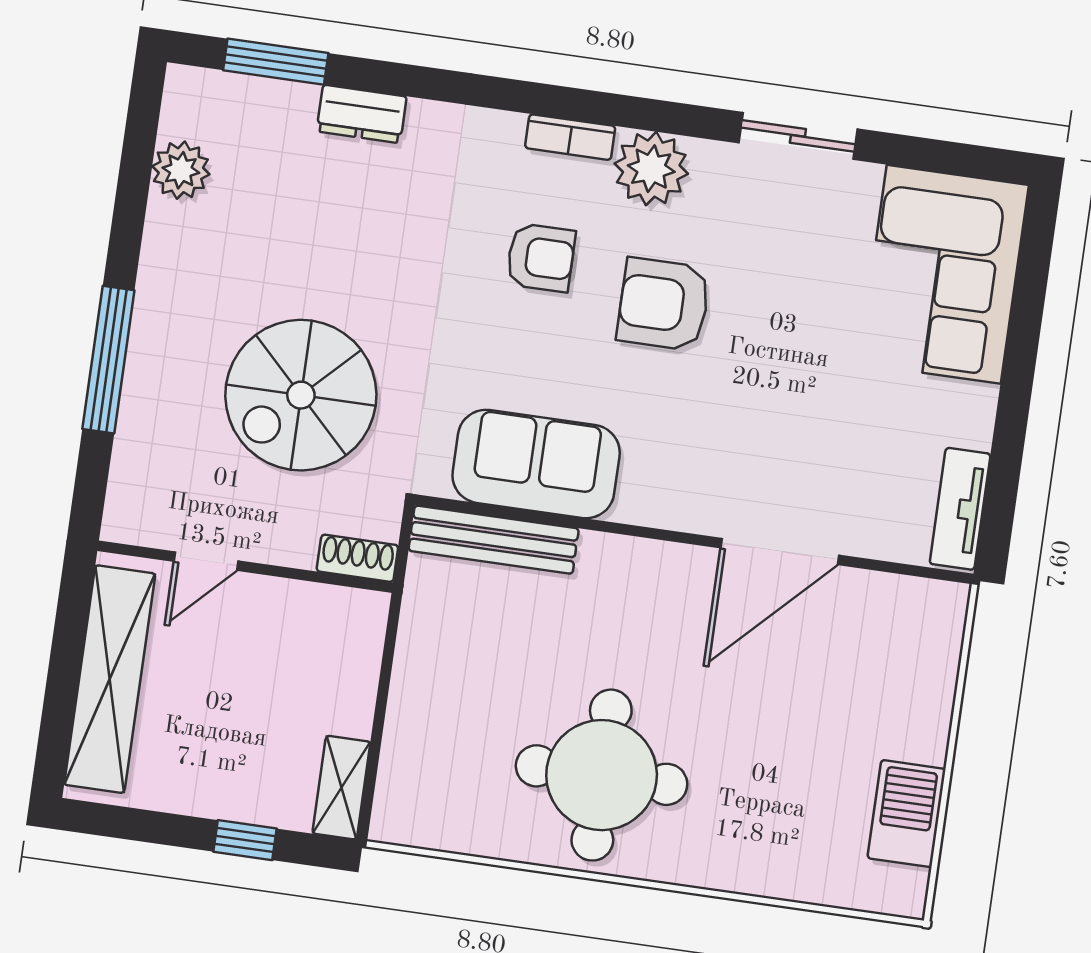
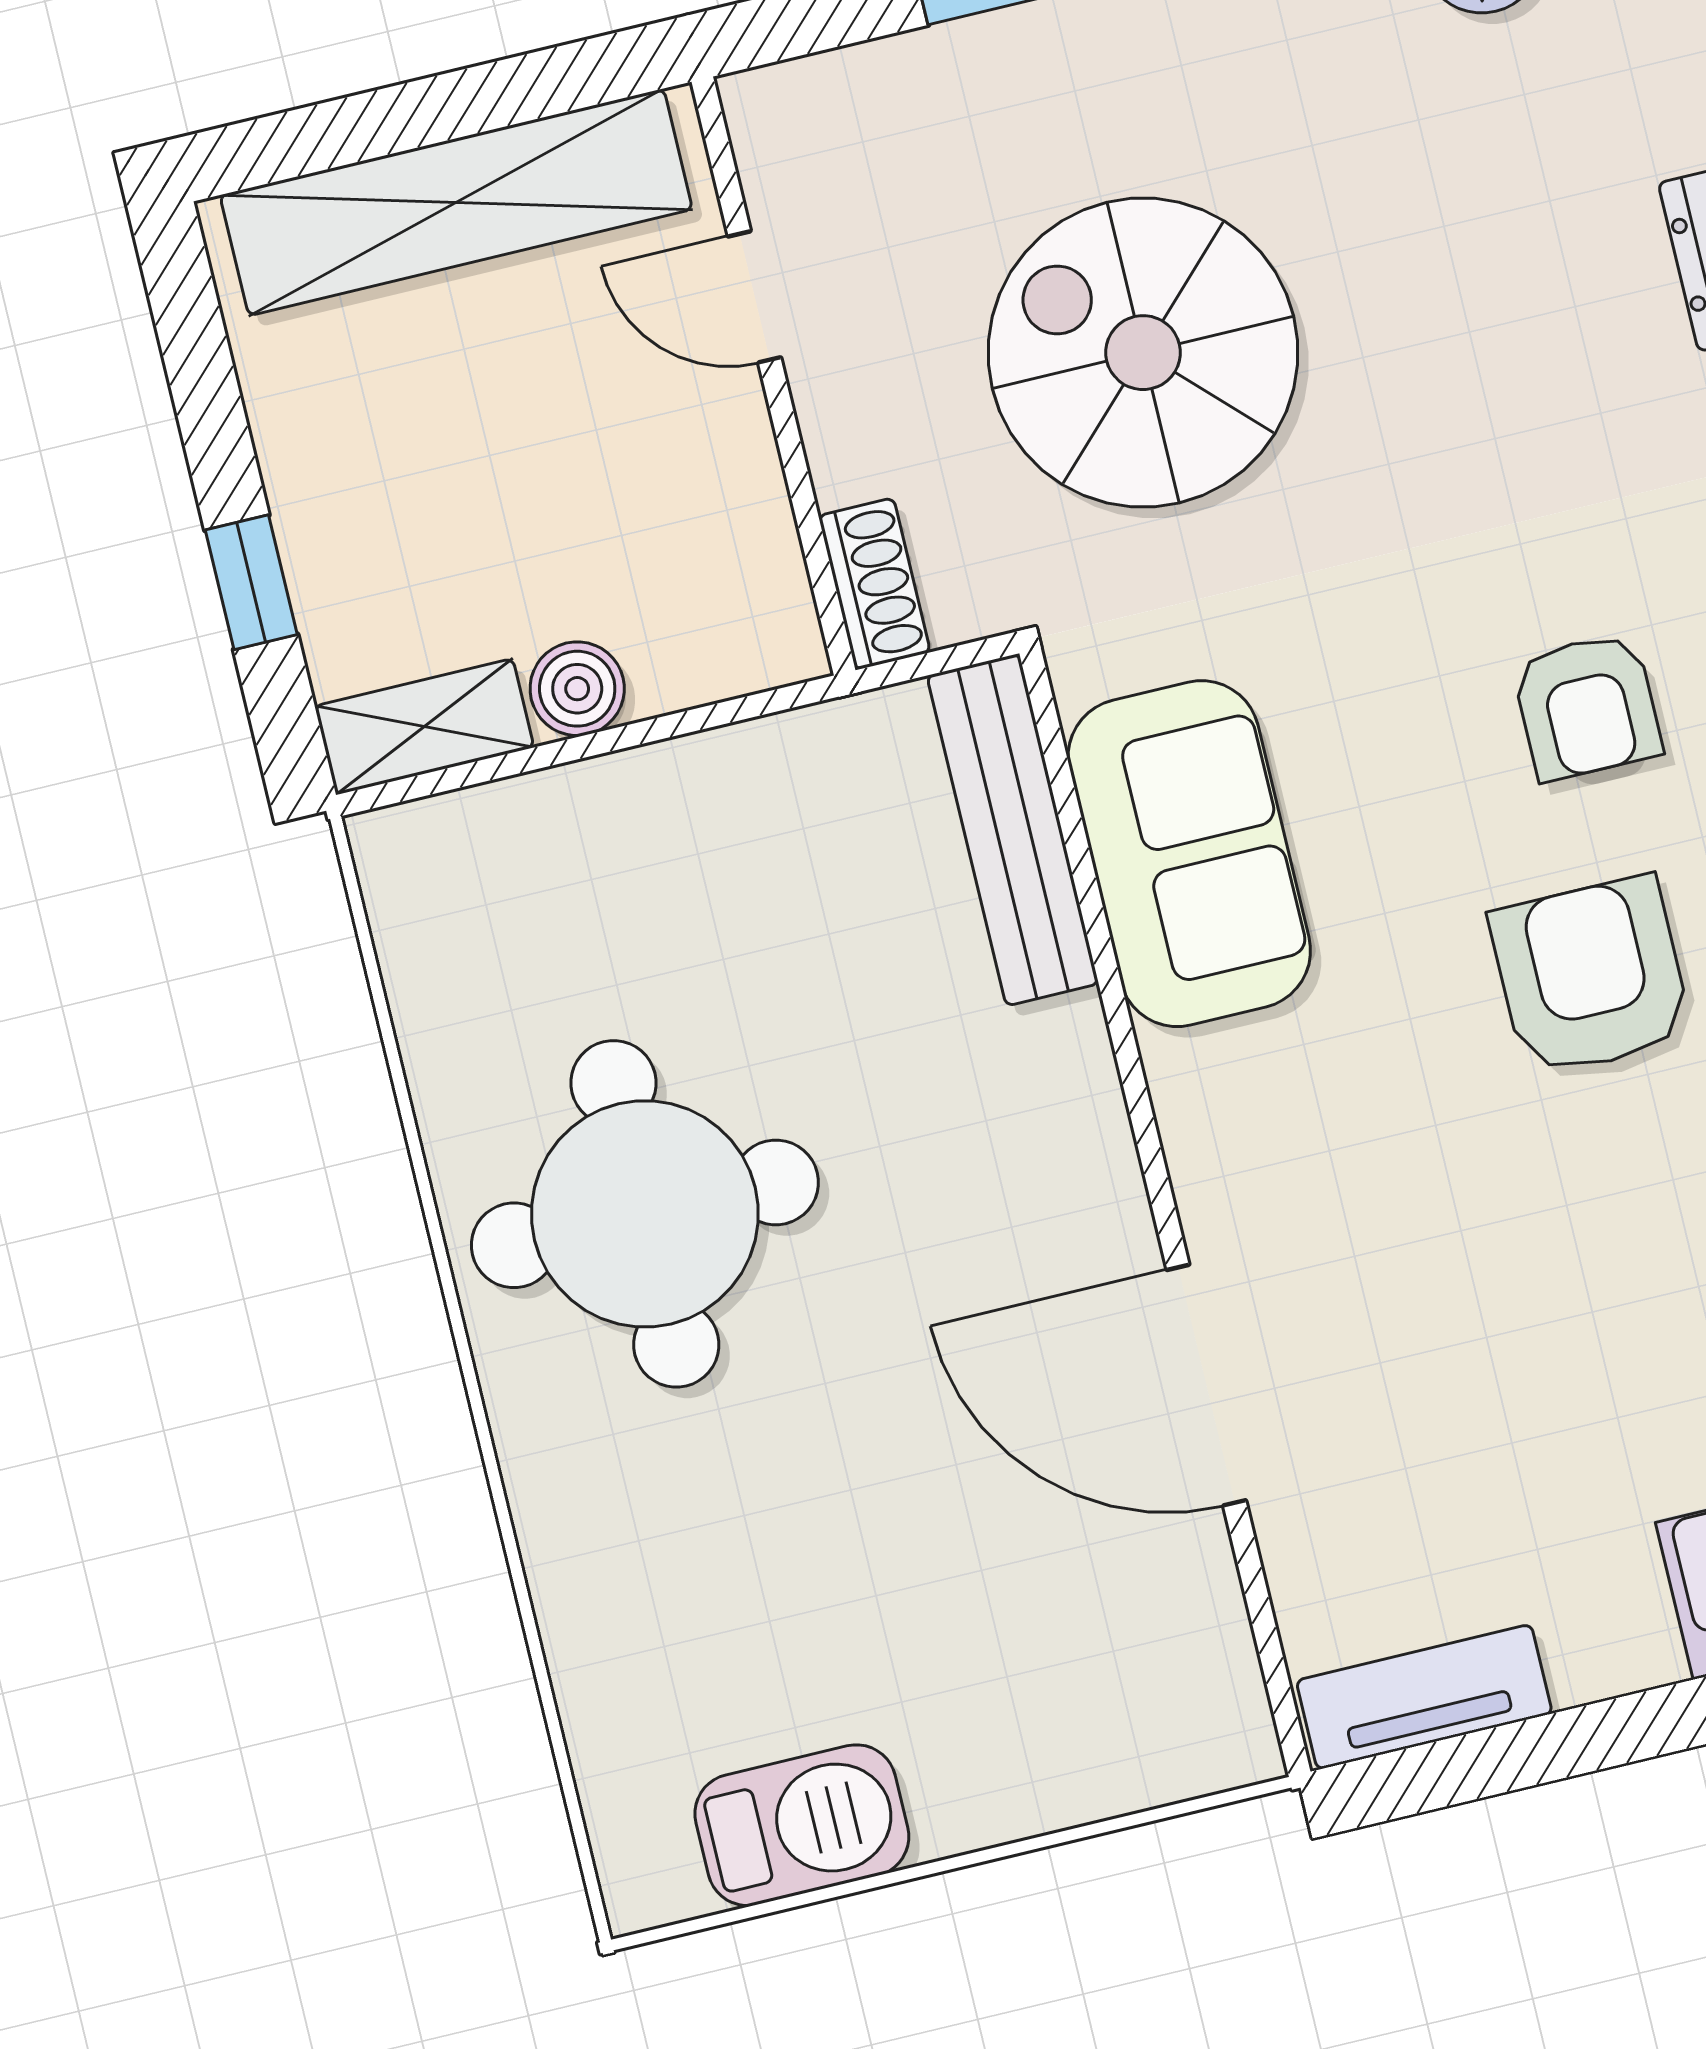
boiler: (352, 712) -> (577, 689), added

